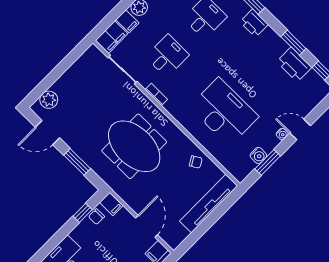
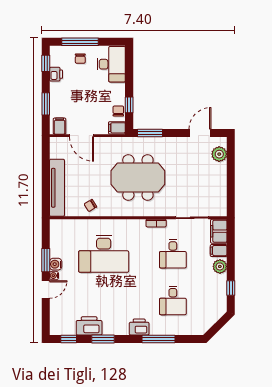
water cooler: (258, 155) -> (56, 264), moved
window: (77, 162) -> (150, 133), moved
window: (268, 162) -> (46, 260), moved

